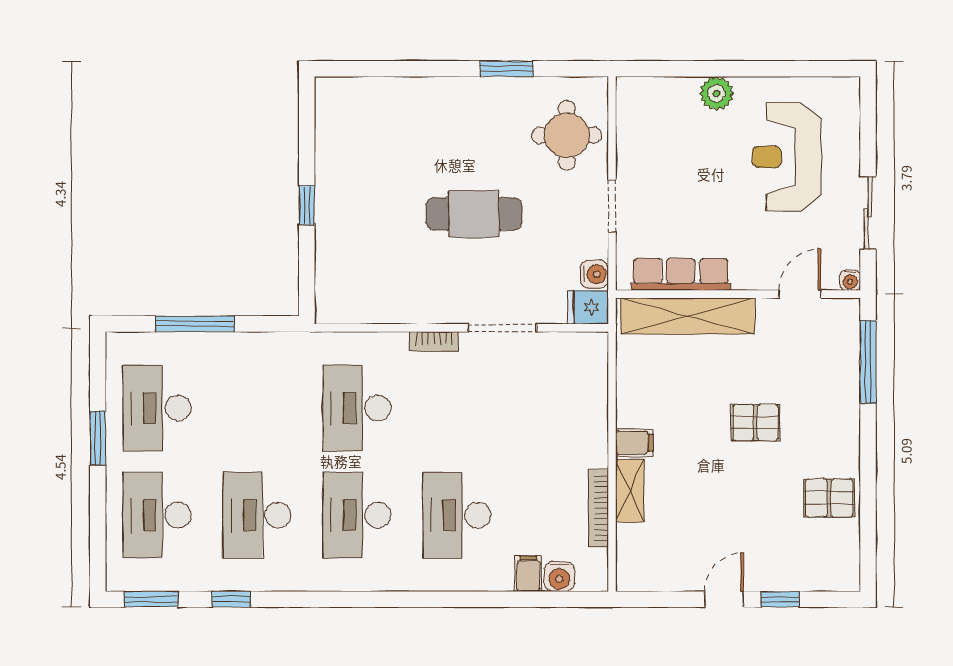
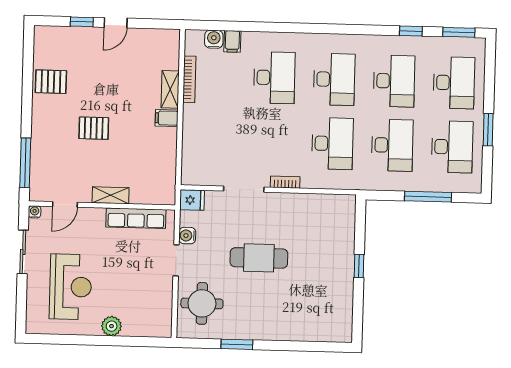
water cooler: (594, 274) -> (187, 236), moved
shelving: (688, 316) -> (111, 195), width x0.45, depth x0.75
desk: (257, 408) -> (392, 145), added

